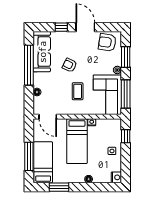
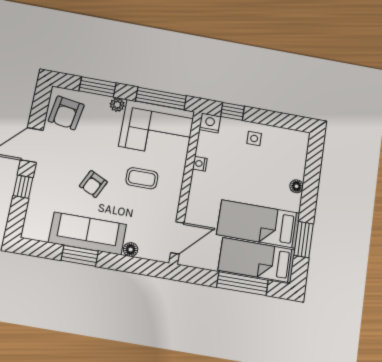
sofa: (42, 52) -> (87, 233), moved
window: (29, 65) -> (80, 256), width x0.47
bed: (77, 141) -> (258, 224), moved, turned 180
nightstand: (116, 177) -> (210, 123), moved

